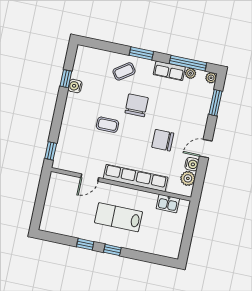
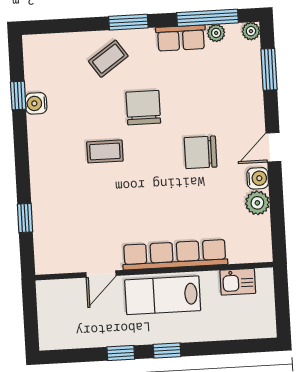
door: (90, 178) -> (101, 274), moved
row of seats: (136, 178) -> (175, 255), moved
wall: (121, 184) -> (154, 271), moved
kitchen sink: (168, 204) -> (238, 282), moved

